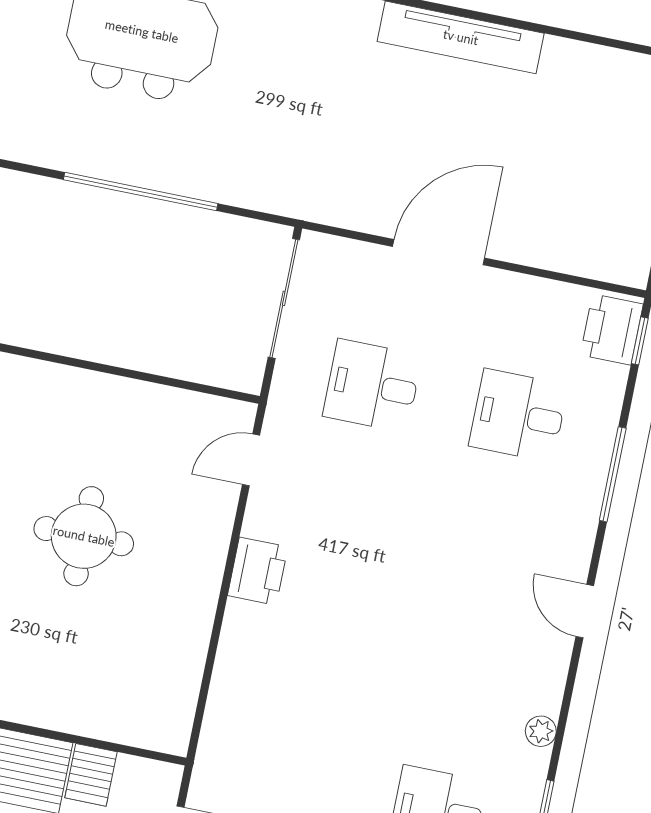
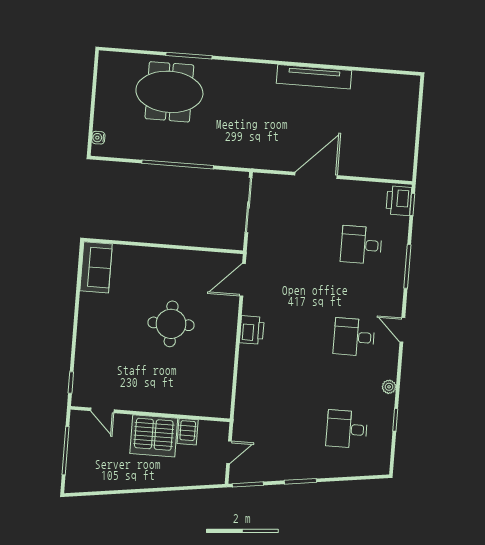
desk: (372, 386) -> (354, 337), moved
door: (251, 460) -> (243, 280), width x1.37

